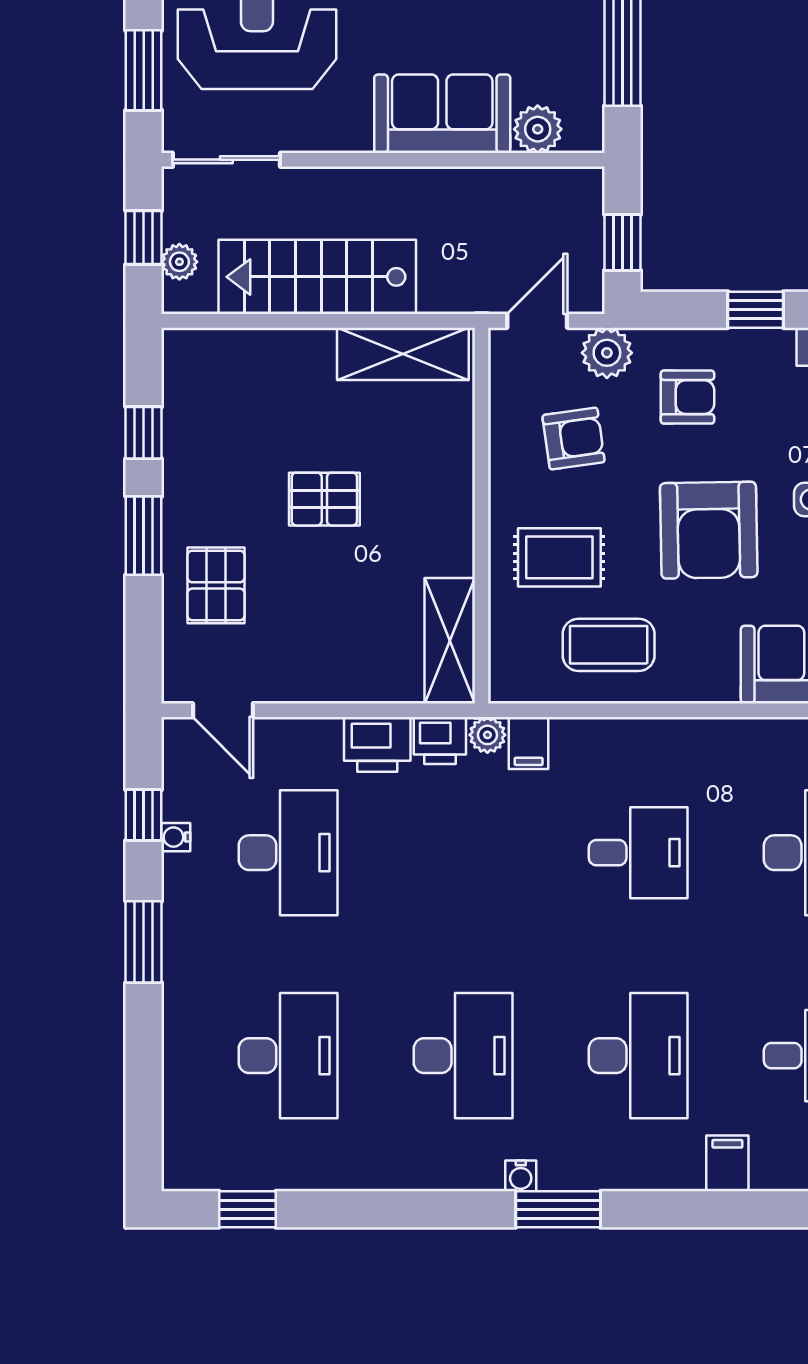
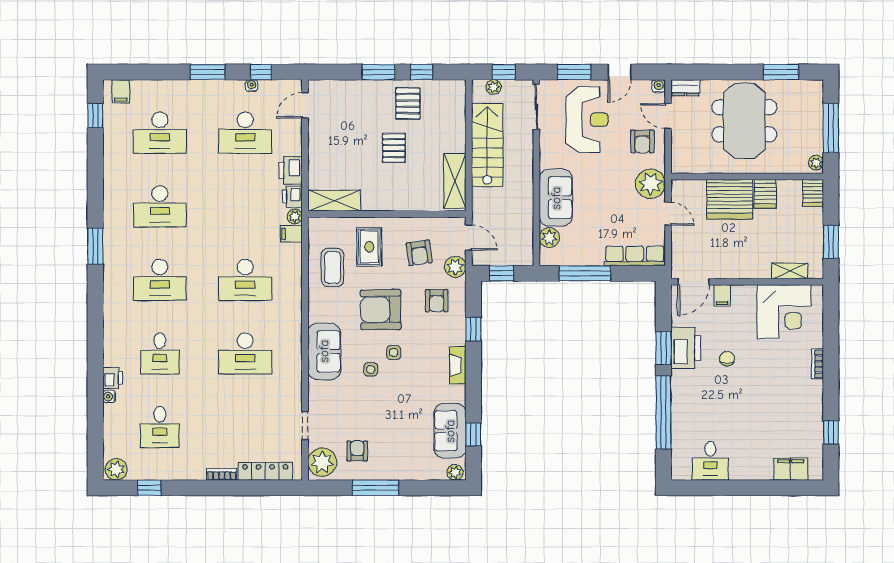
pallet: (216, 585) -> (408, 104), moved, turned 90
desk: (638, 853) -> (245, 280), width x1.37
filing cabinet: (727, 1163) -> (121, 91), moved, turned 90
water cooler: (521, 1176) -> (109, 231), removed

